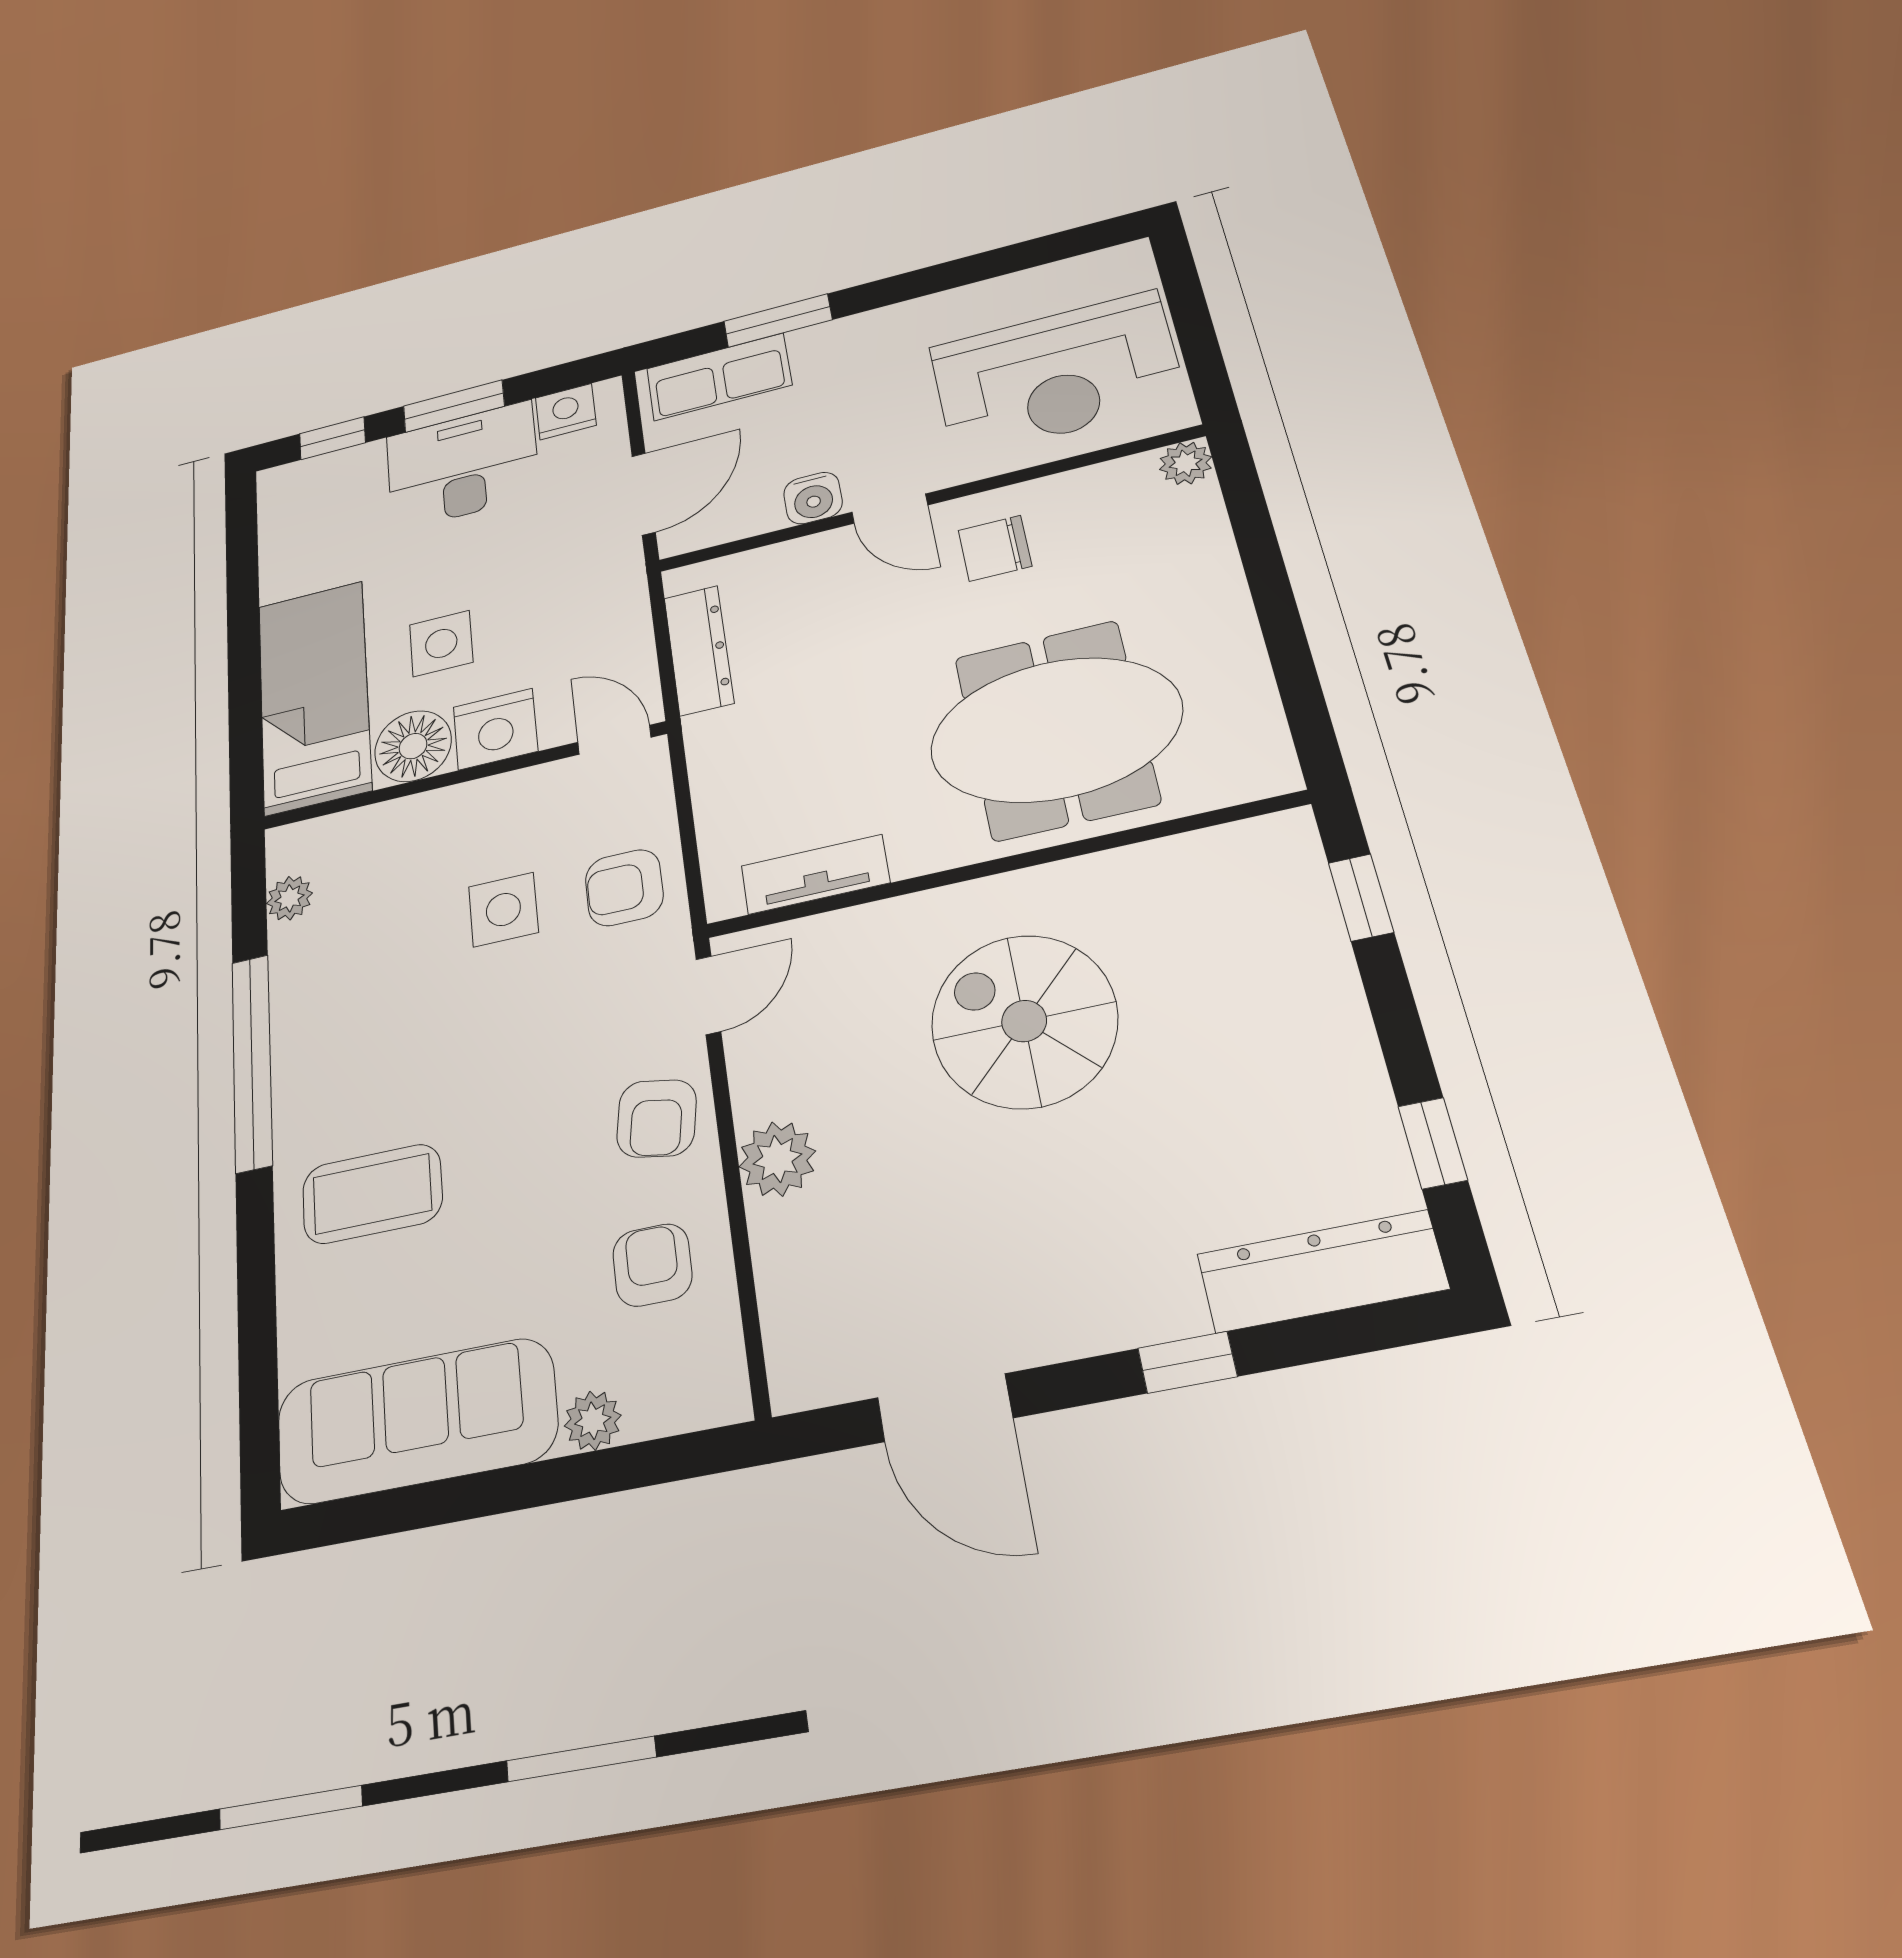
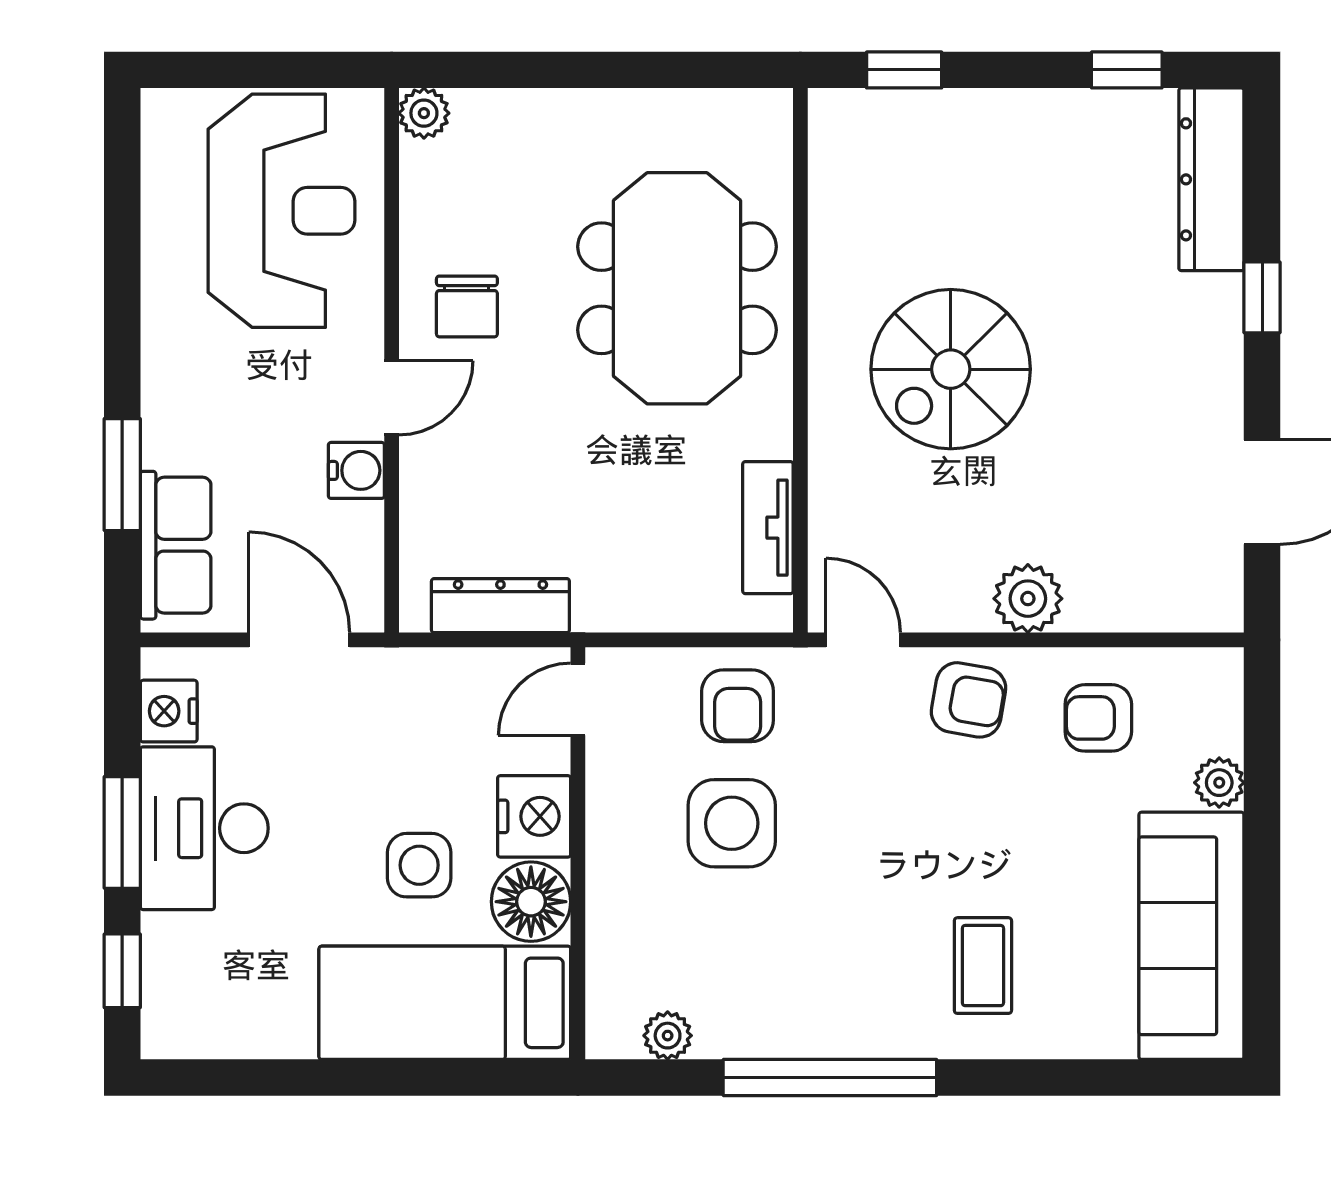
side table: (503, 909) -> (732, 823), width x1.37, depth x1.37
coffee table: (372, 1194) -> (983, 966), width x0.73, depth x0.77

